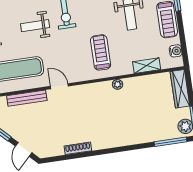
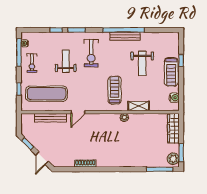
weight bench: (35, 26) -> (66, 61), turned 90
shelving: (147, 66) -> (139, 106), moved
door: (59, 86) -> (78, 112), swing flipped

